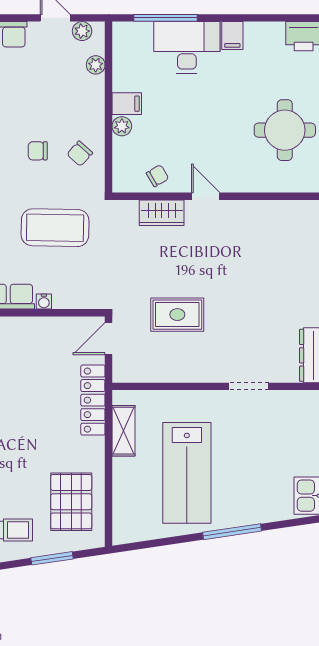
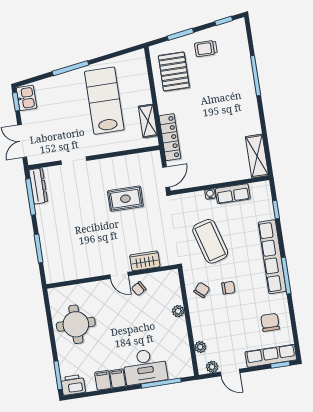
filing cabinet: (127, 104) -> (103, 380), moved, turned 90
chair: (157, 176) -> (139, 289), moved
coffee table: (55, 228) -> (210, 241), turned 73

